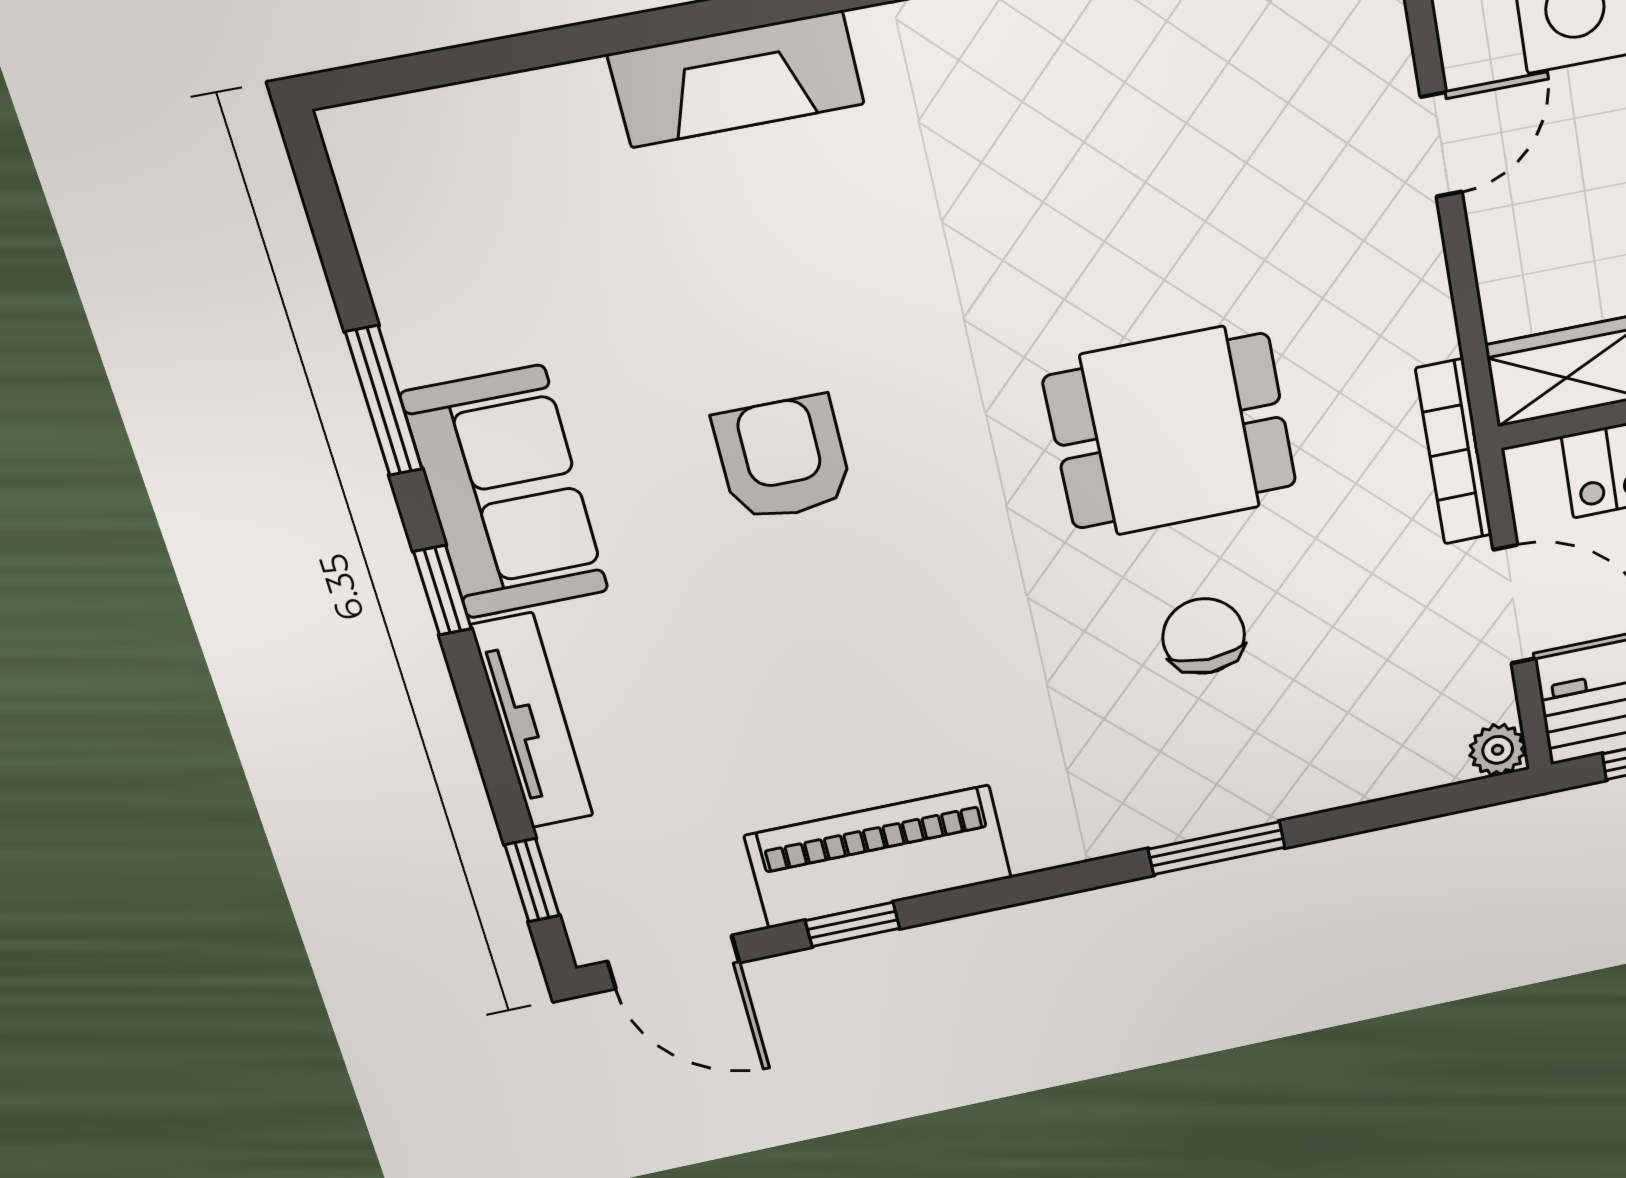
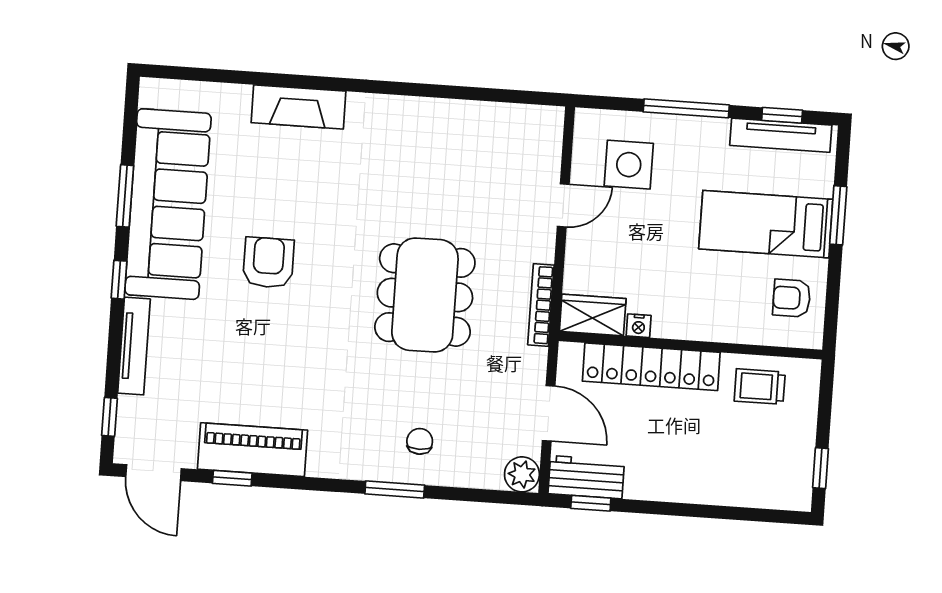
dining table: (1170, 431) -> (425, 295), width x1.38
bookcase: (1454, 452) -> (541, 305), moved
sofa: (505, 493) -> (168, 204), width x1.85, depth x1.27
chair: (1204, 636) -> (420, 441), moved, width x0.73, depth x0.73
plant: (1498, 750) -> (522, 474), width x1.38, depth x1.38

